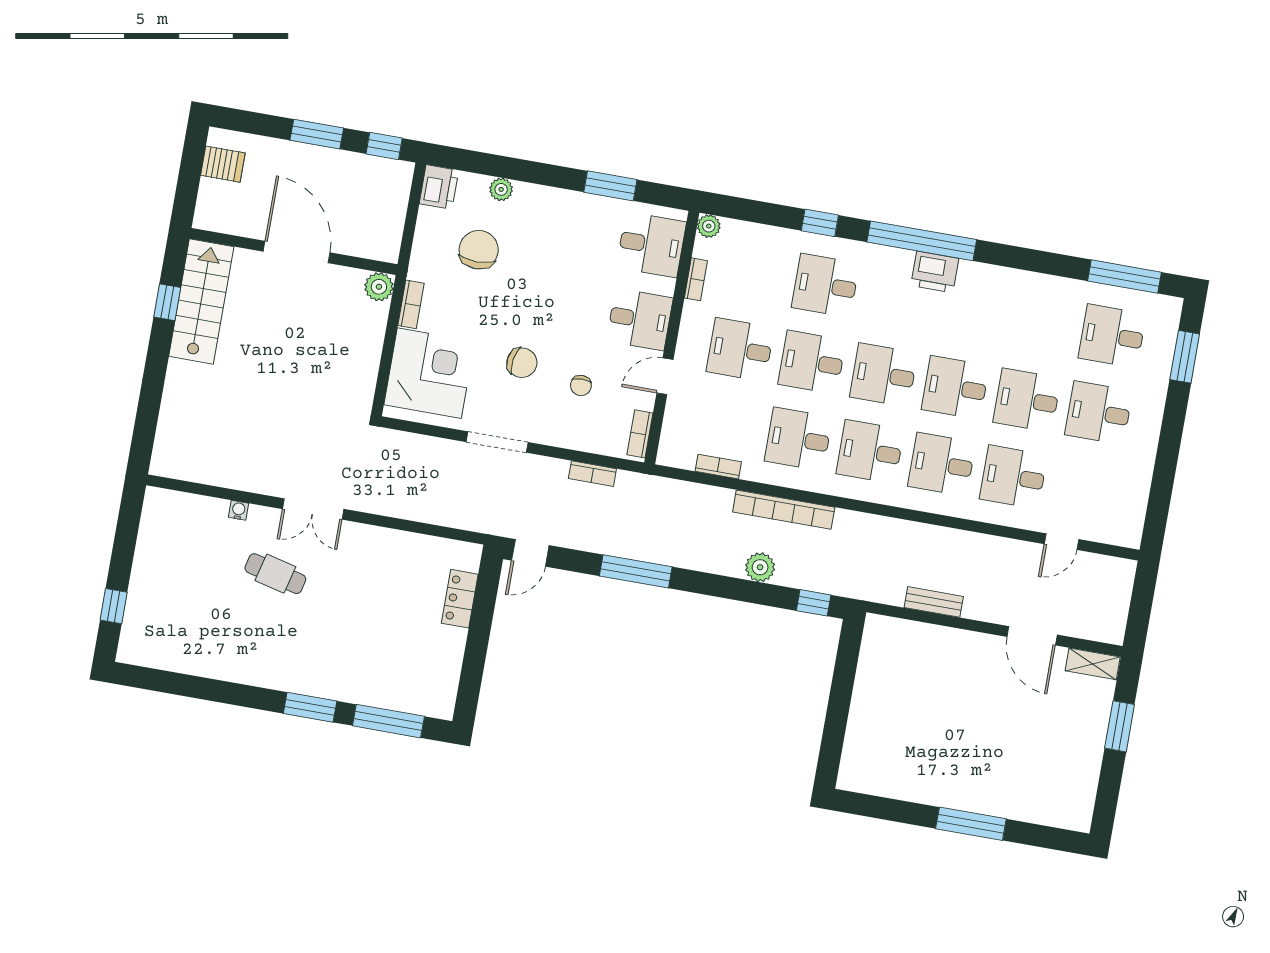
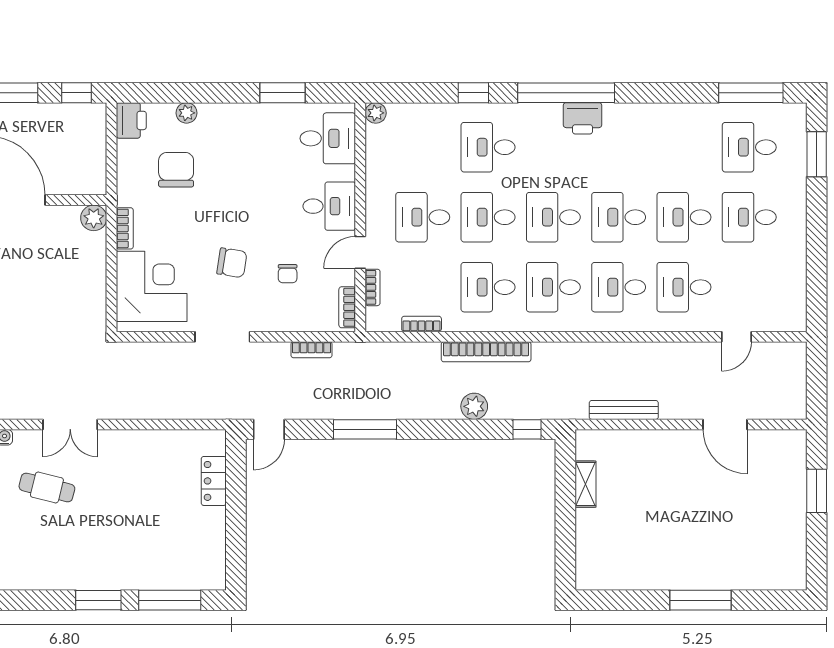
bookcase: (696, 279) -> (373, 287), moved
bench: (934, 602) -> (624, 410), width x1.36
shelving: (1093, 664) -> (585, 484), moved, turned 90

